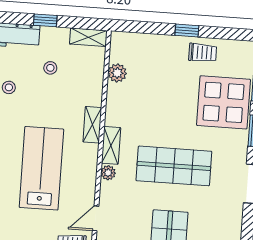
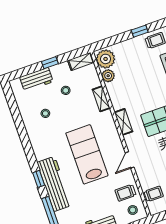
shelving: (92, 125) -> (101, 99), moved
plant: (108, 173) -> (106, 59), moved, width x1.88, depth x1.88
door: (96, 218) -> (130, 160), moved

